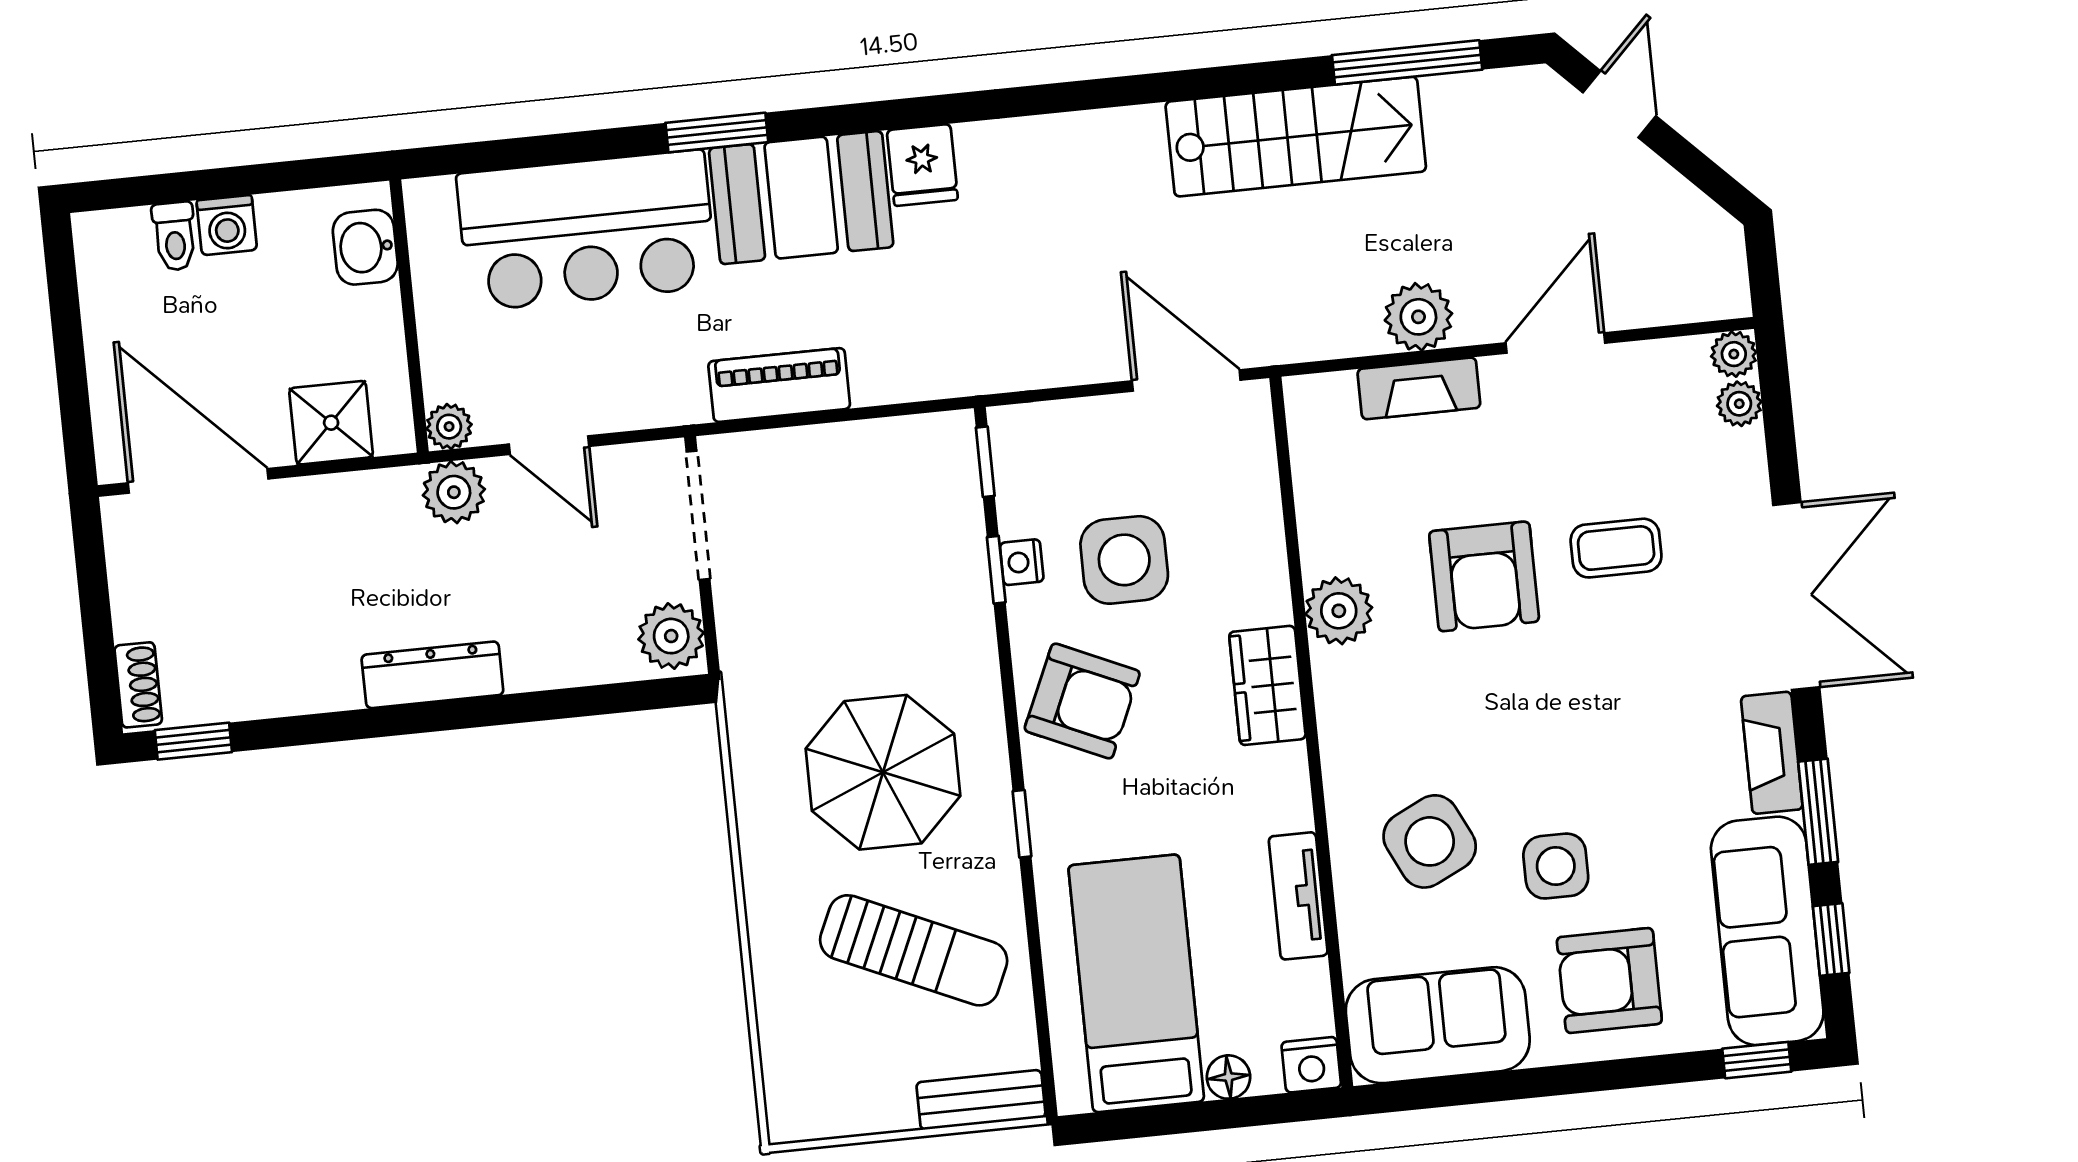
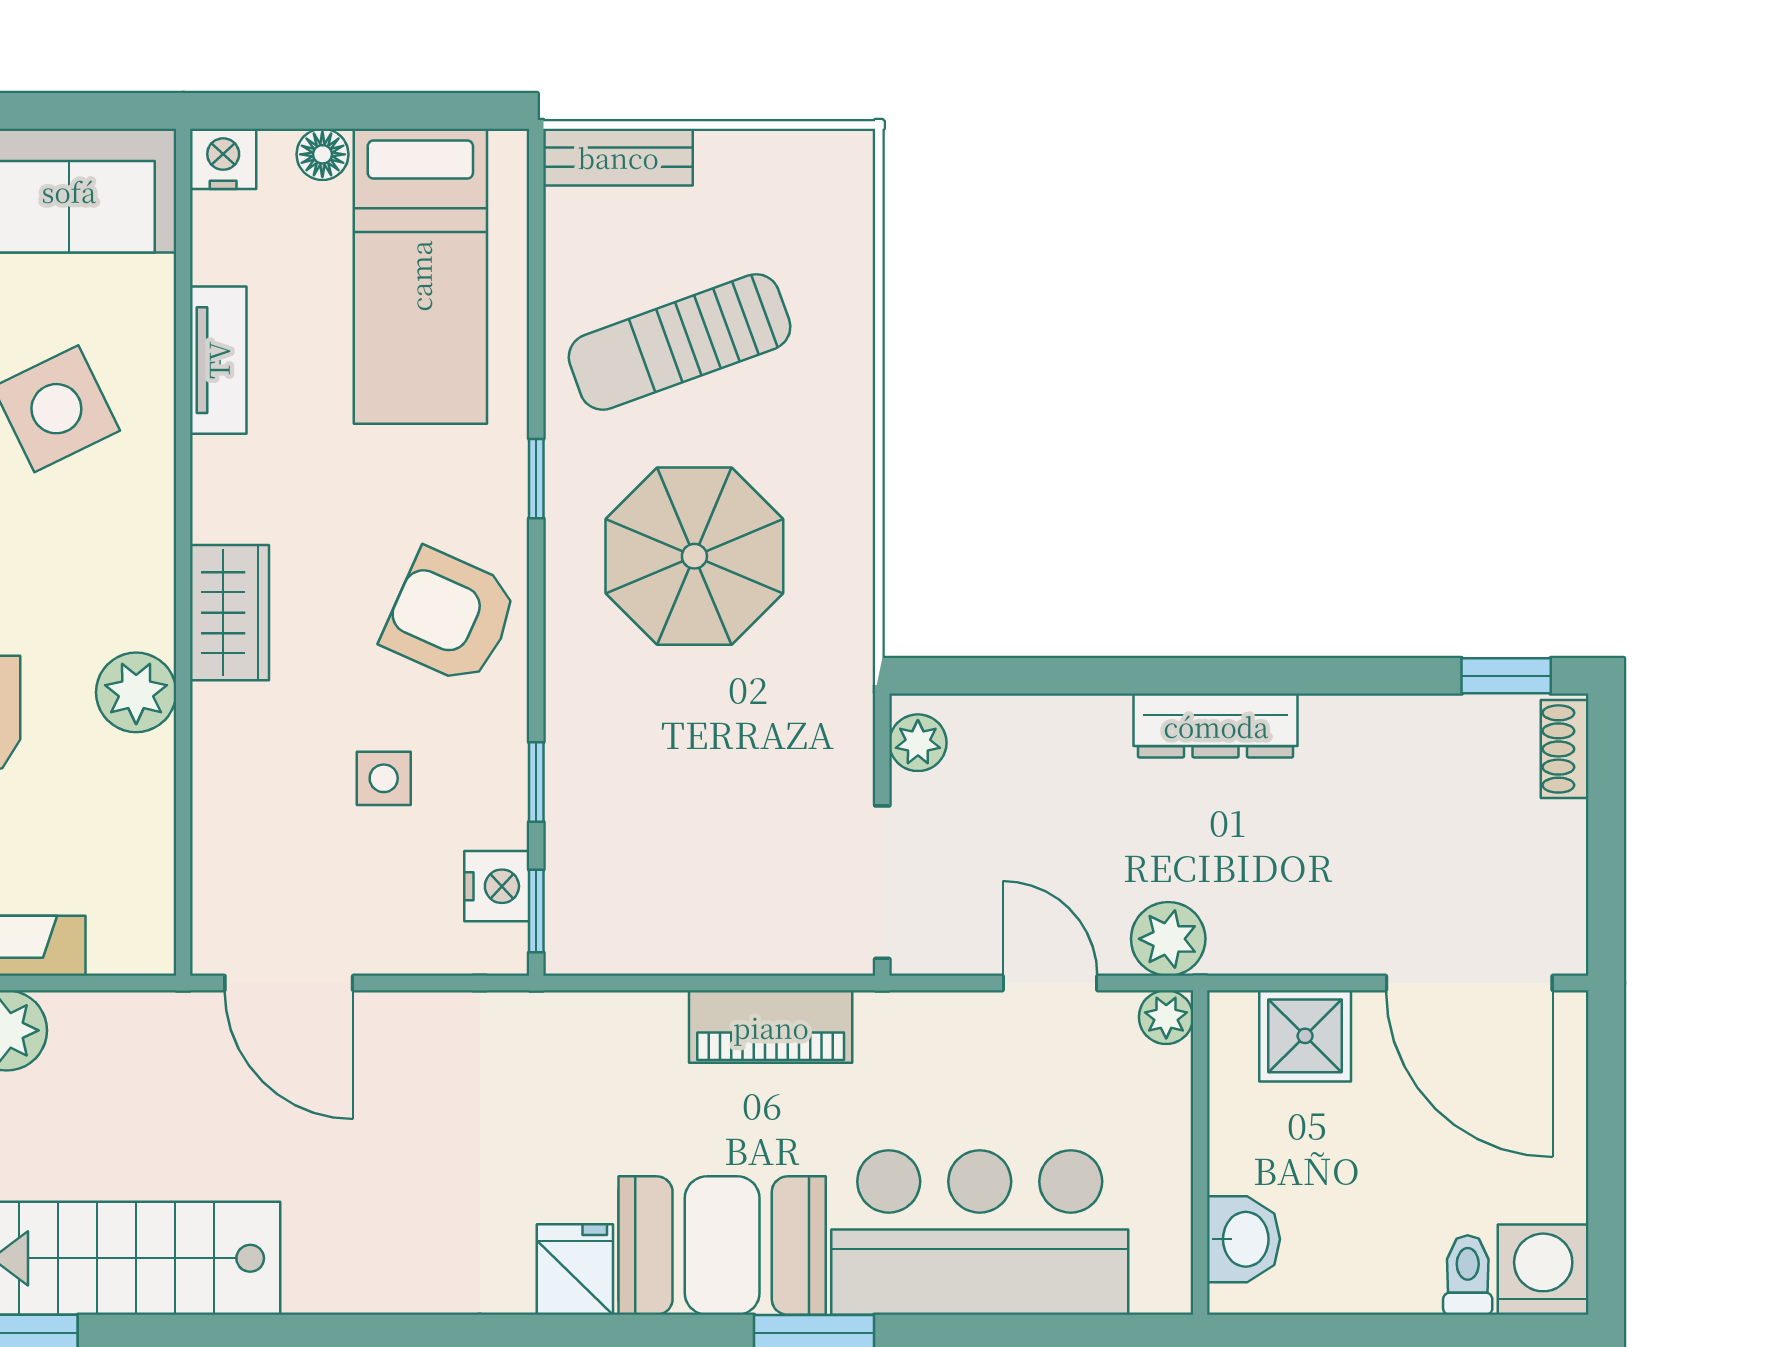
washing machine: (227, 225) -> (1543, 1270), moved, width x1.38, depth x1.38
side table: (1124, 560) -> (384, 778), width x0.54, depth x0.54
nightstand: (1022, 562) -> (497, 886), moved, width x1.39, depth x1.35
plant: (671, 636) -> (918, 743), width x0.73, depth x0.73
sun lounger: (914, 950) -> (680, 342), turned -44

